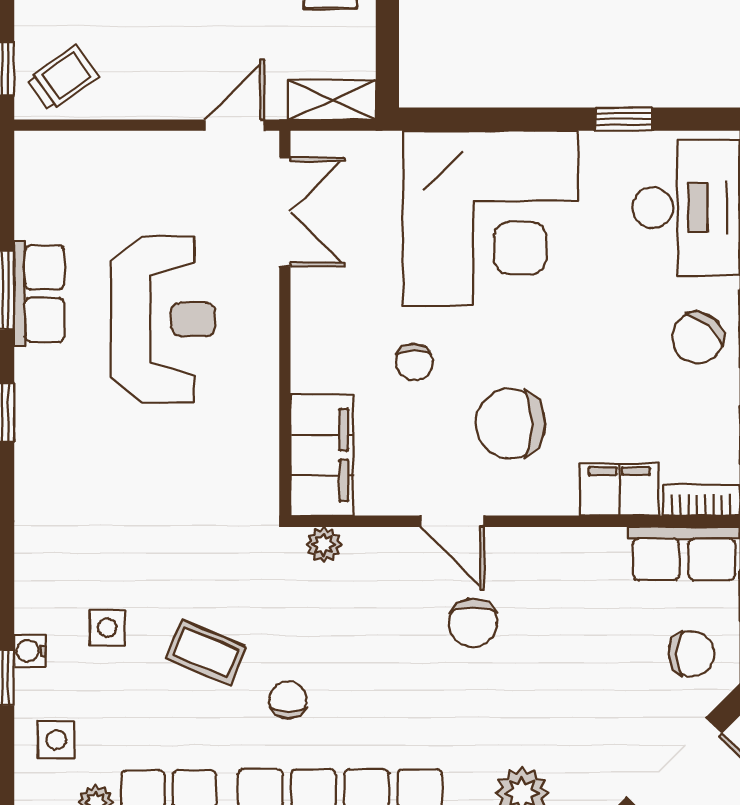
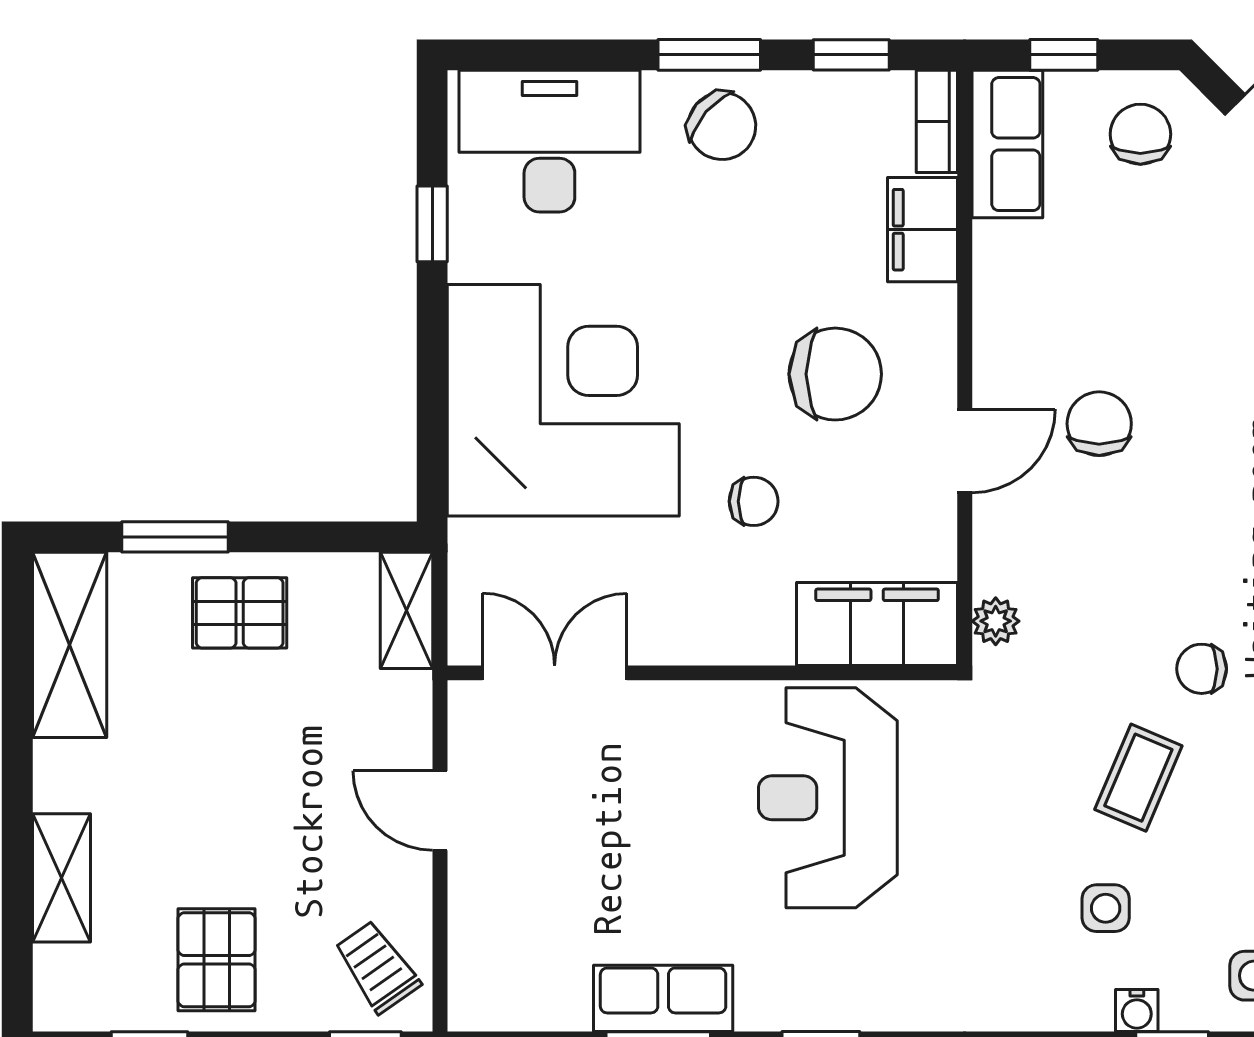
door: (234, 125) -> (440, 811), moved
reception desk: (163, 319) -> (828, 798), moved, turned -90
chair: (510, 424) -> (835, 374), turned -90
chair: (473, 623) -> (1099, 424), turned -90

